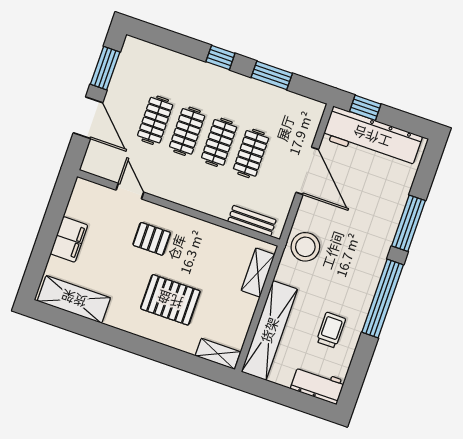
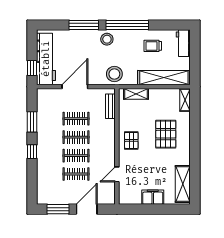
pallet: (152, 239) -> (131, 140), moved
stool: (370, 255) -> (107, 39), added

